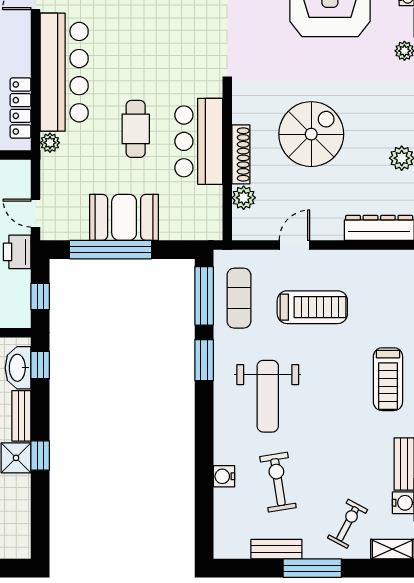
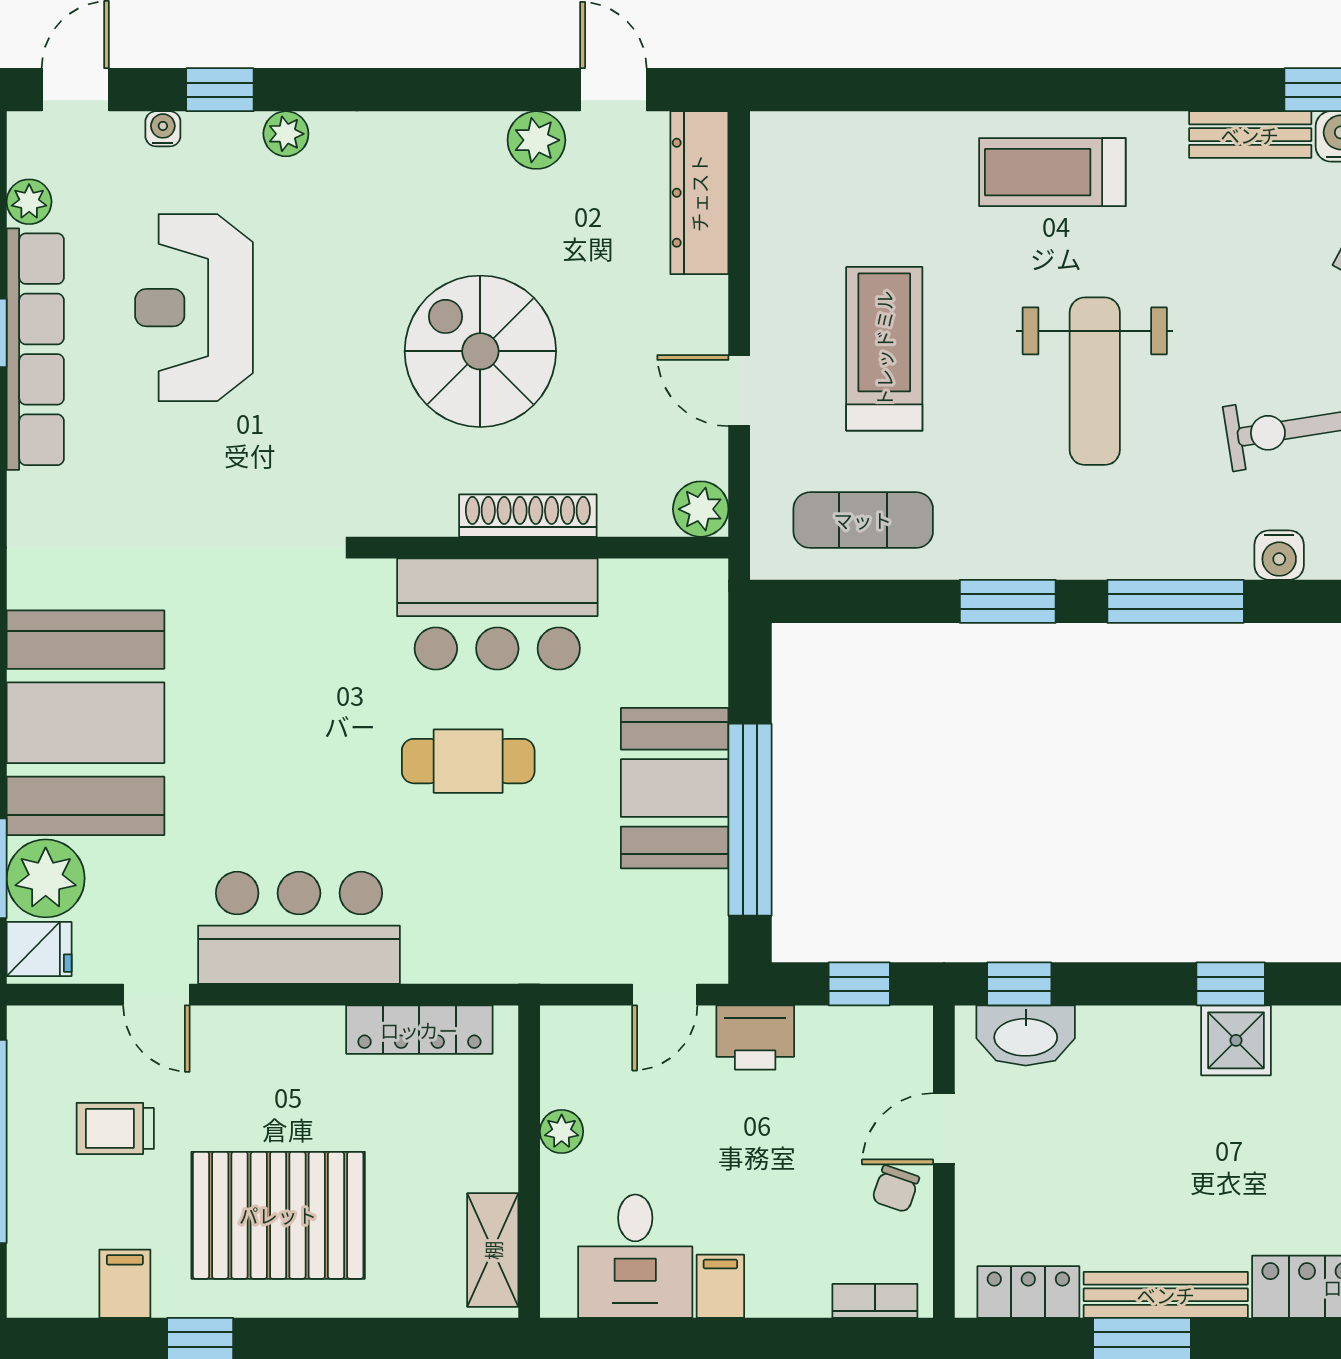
bar counter: (64, 72) -> (299, 928), width x0.73
plant: (50, 143) -> (500, 961), removed
plant: (244, 198) -> (701, 509), moved
window: (204, 296) -> (1176, 601), moved
treadmill: (388, 379) -> (1052, 172), turned 180
weight bench: (268, 396) -> (1095, 381), moved, turned 90
bench: (21, 416) -> (1138, 1028), removed

